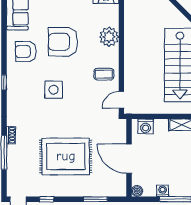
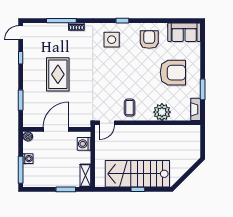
armchair: (63, 42) -> (173, 73), moved, turned 90
side table: (54, 90) -> (112, 40), moved
door: (121, 100) -> (107, 123), swing flipped
rug: (66, 156) -> (58, 74), width x0.73, depth x0.69

